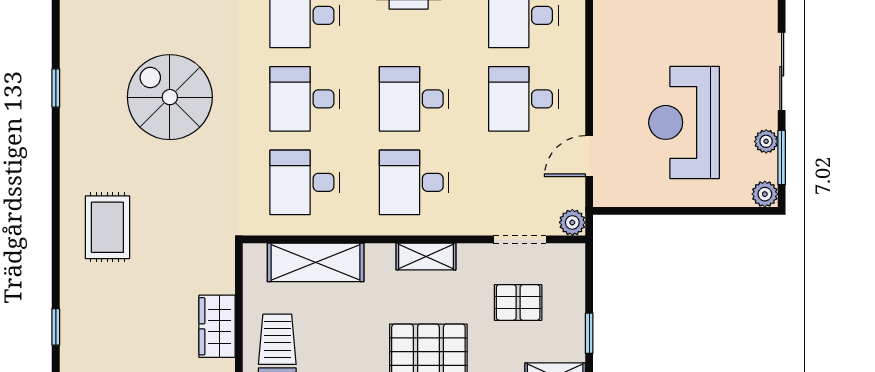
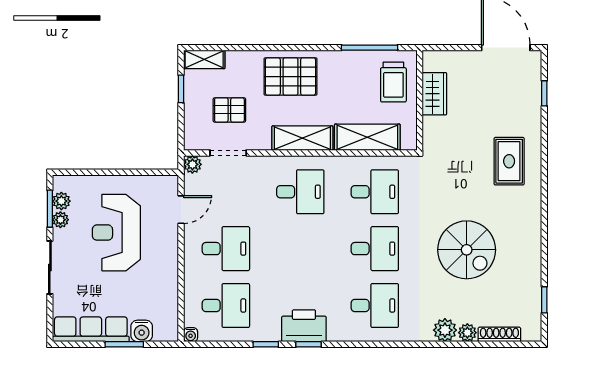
window: (56, 88) -> (544, 300), moved
desk: (414, 99) -> (300, 249), removed
reception desk: (684, 122) -> (116, 233), turned 180
plant: (765, 194) -> (61, 201), moved
shelving: (426, 257) -> (302, 138), width x1.50, depth x1.33

